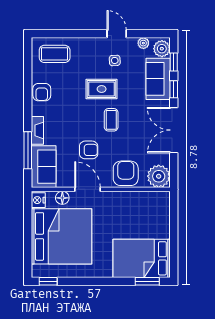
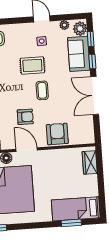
plant: (159, 176) -> (85, 135), removed
wardrobe: (162, 210) -> (90, 162), added
bed: (142, 258) -> (76, 209), width x0.67
window: (147, 281) -> (71, 223), moved

